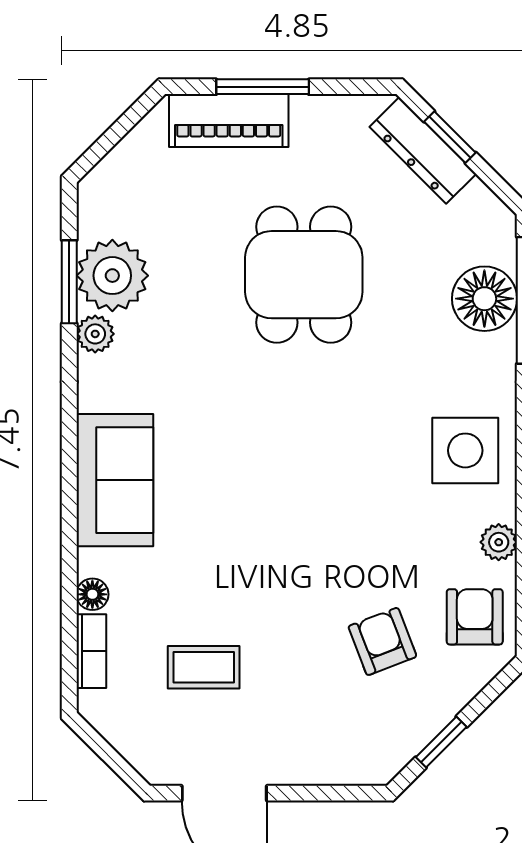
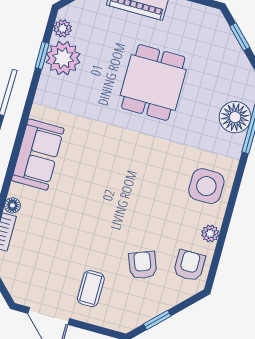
dresser: (423, 150) -> (225, 39), removed
window: (69, 282) -> (42, 55), width x0.67
plant: (95, 334) -> (63, 28), moved
coffee table: (204, 667) -> (91, 289), moved, turned 90

